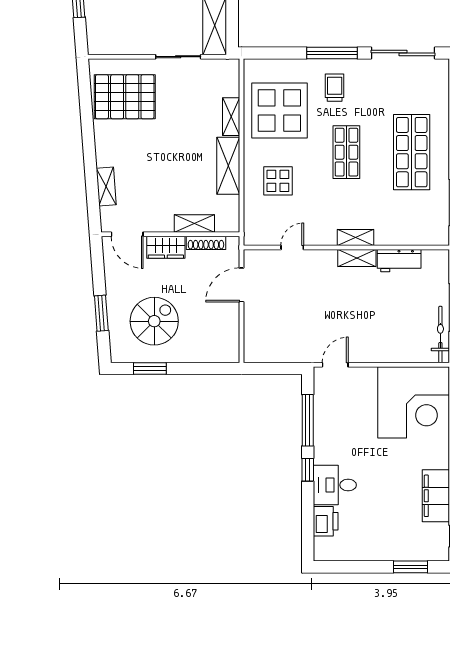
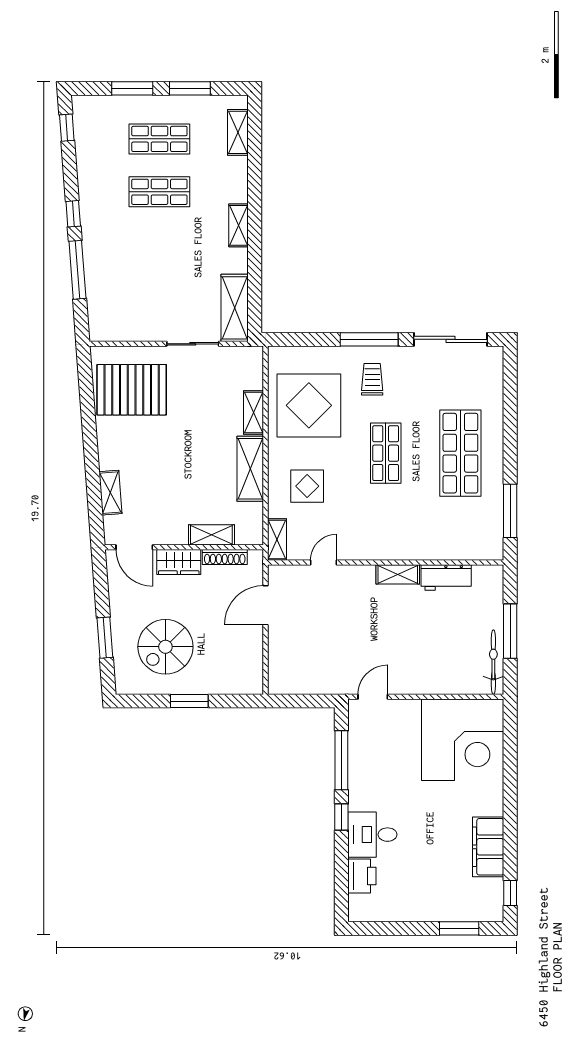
shelving: (356, 238) -> (277, 539), moved, turned 90
spiral stairs: (154, 321) -> (165, 647), turned 180
window: (150, 369) -> (189, 701), moved

